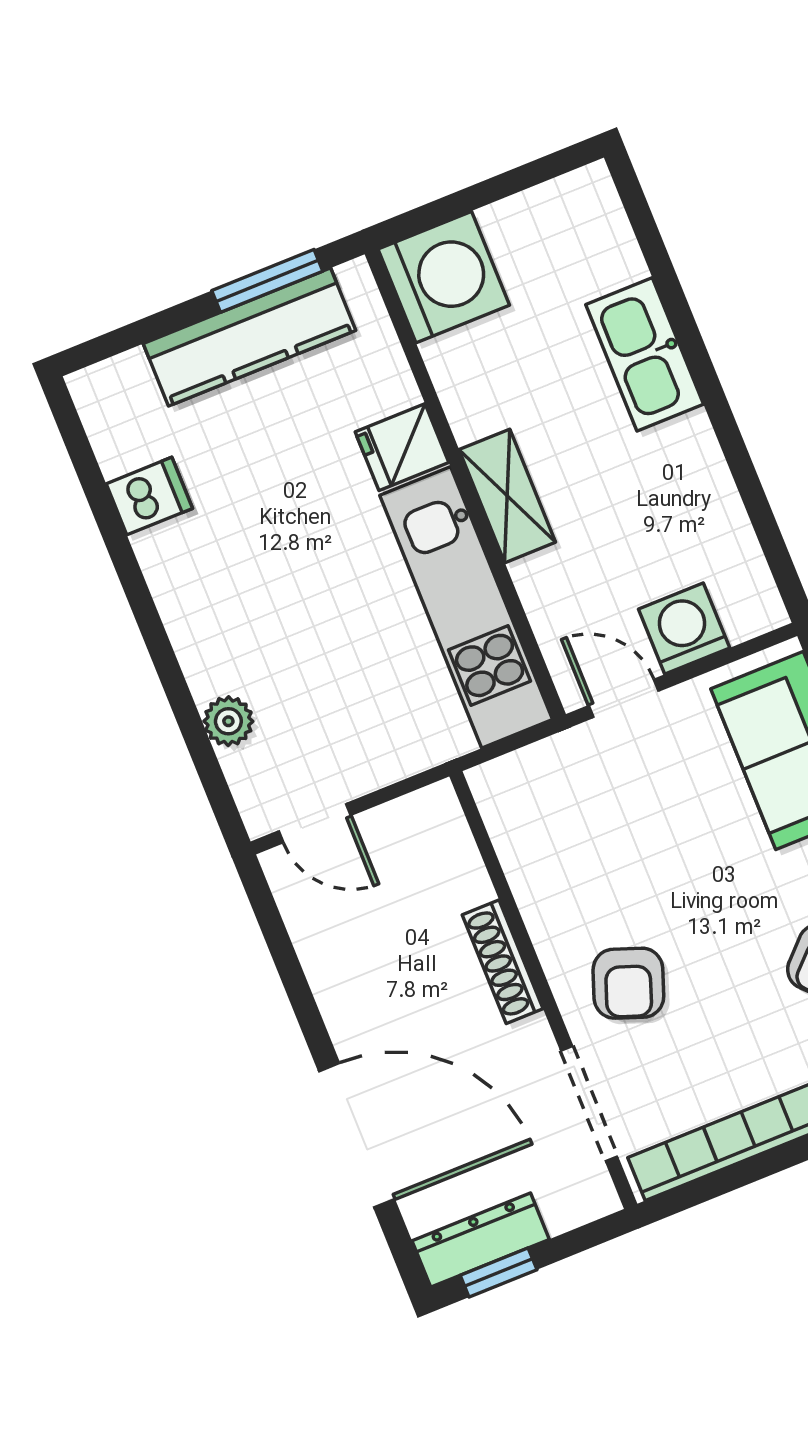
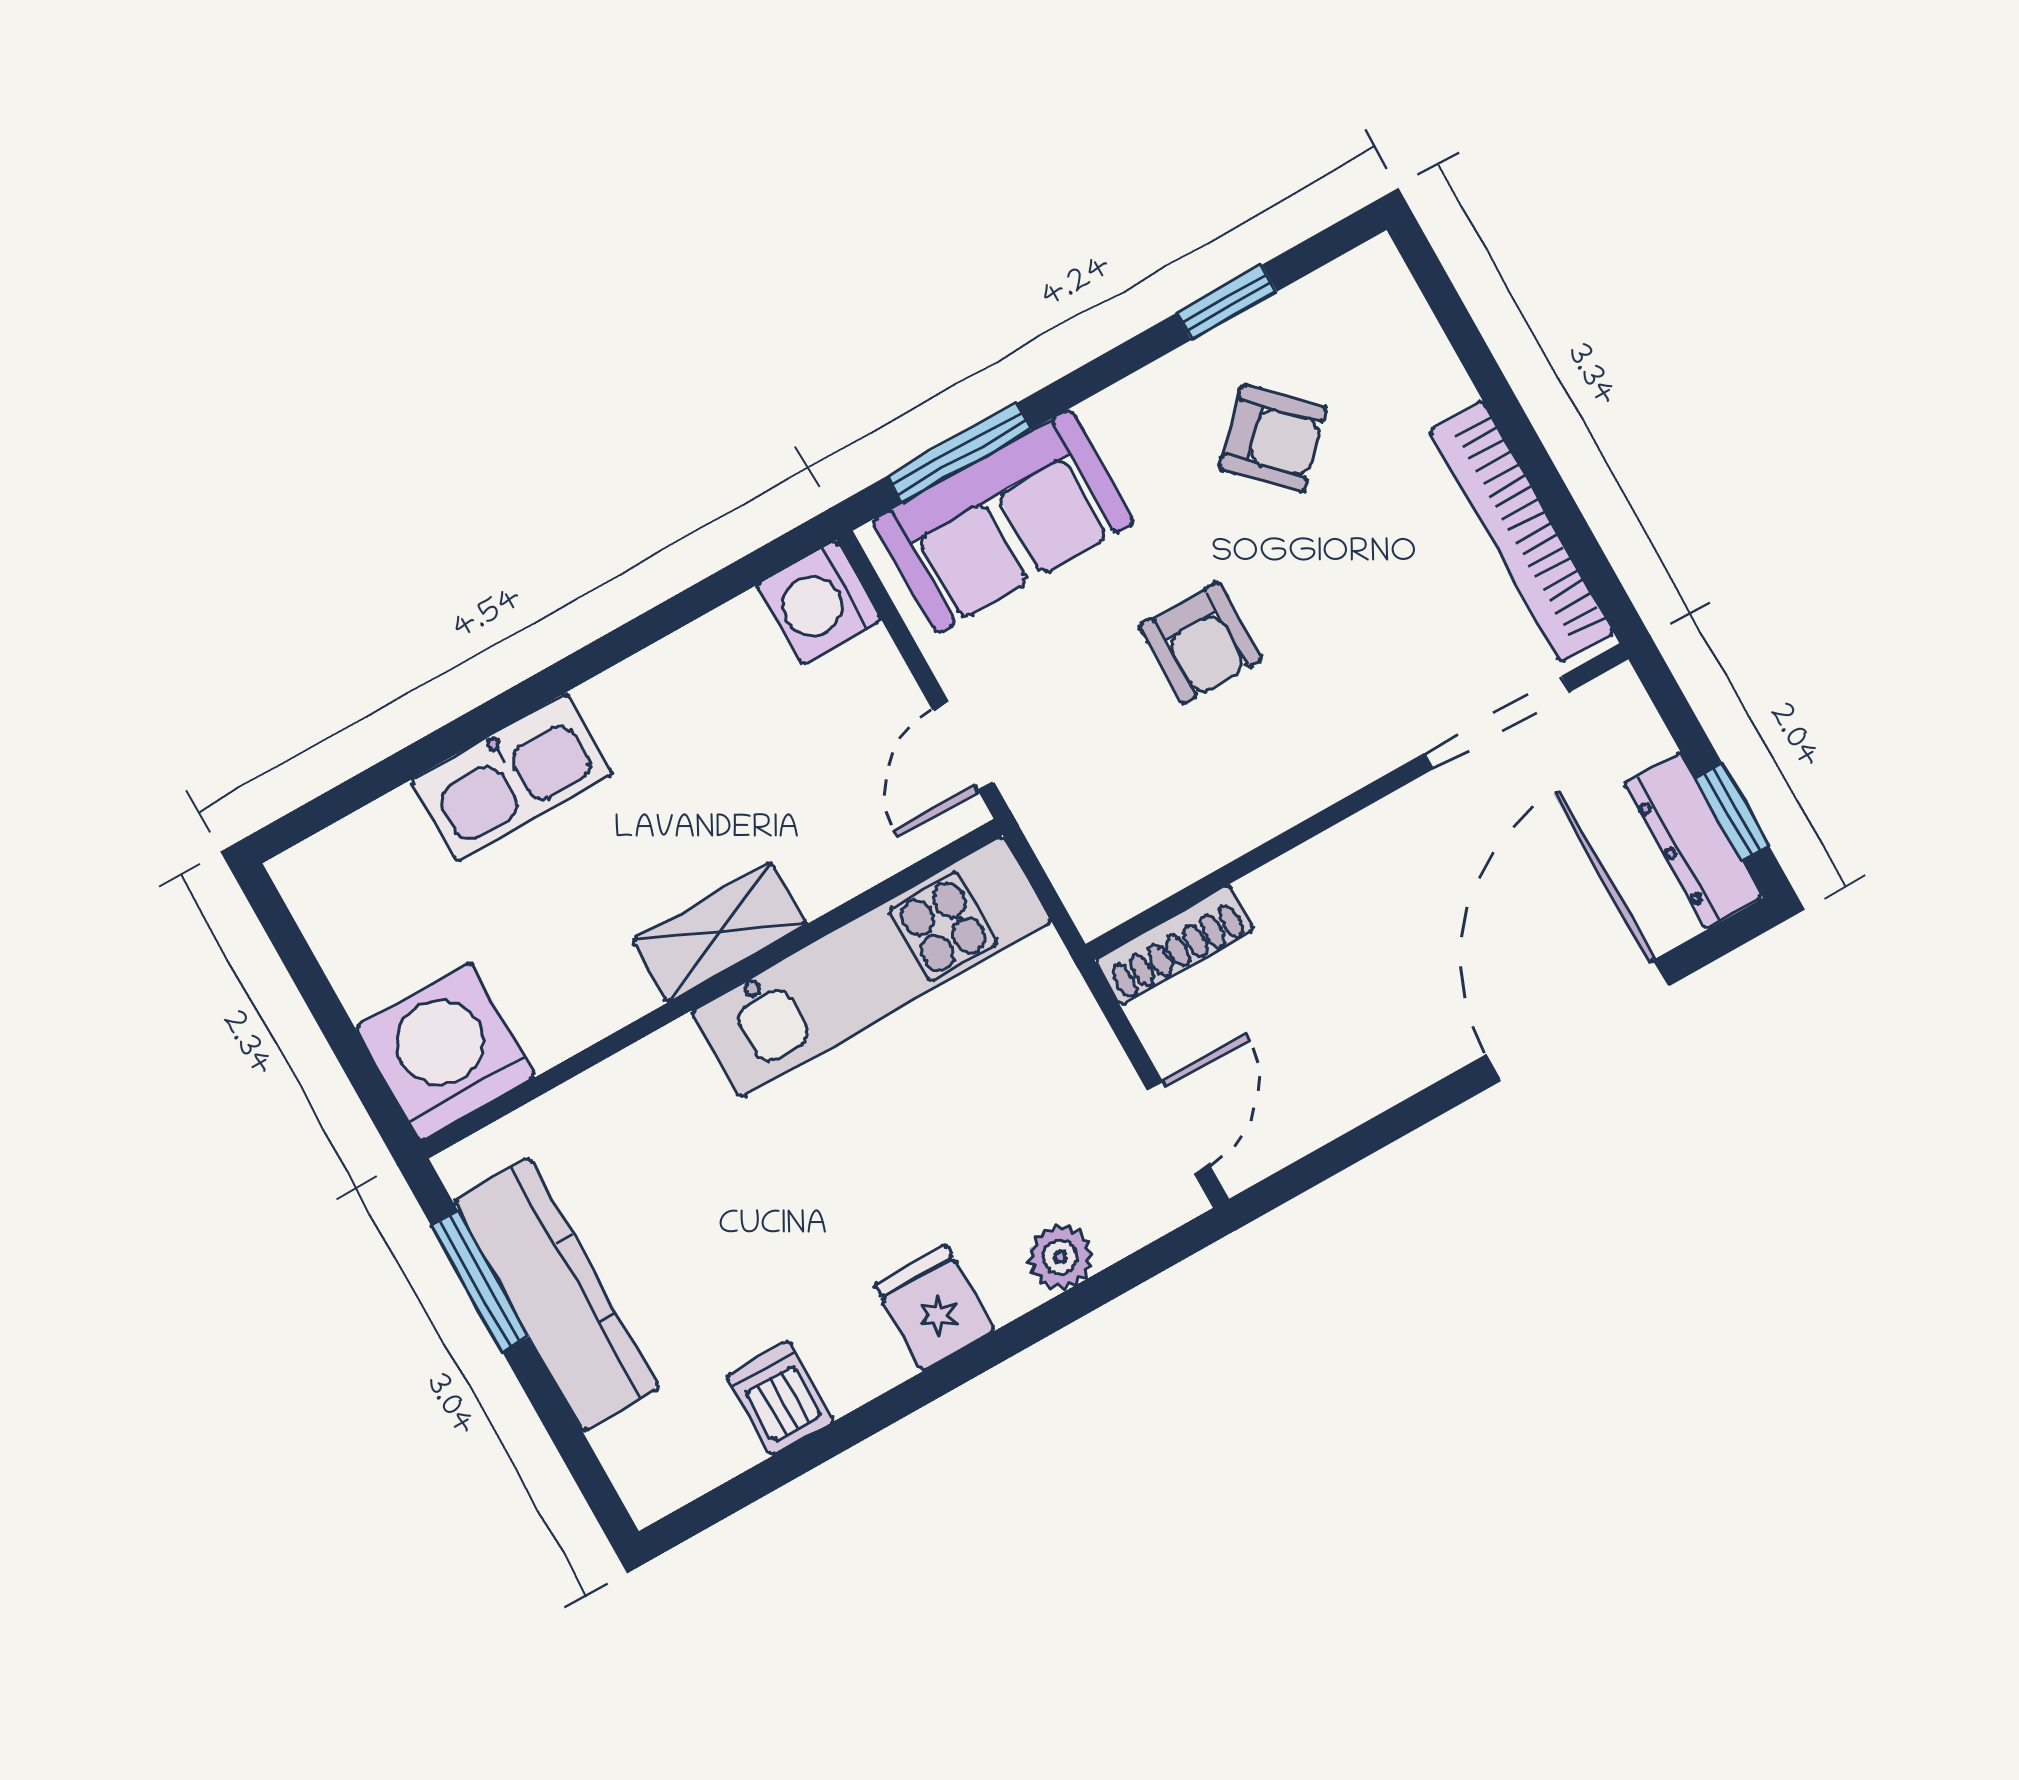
fridge: (402, 447) -> (934, 1308), moved, turned 180
washing machine: (684, 628) -> (819, 603), moved
shoe rack: (503, 962) -> (1174, 945), moved
armchair: (628, 983) -> (1200, 643), moved, turned 70

